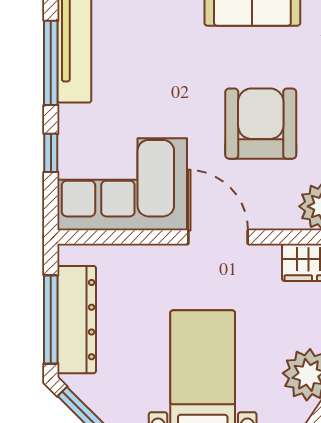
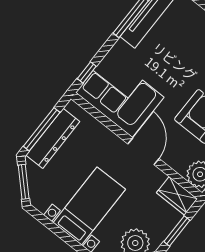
window: (51, 153) -> (87, 72), moved

